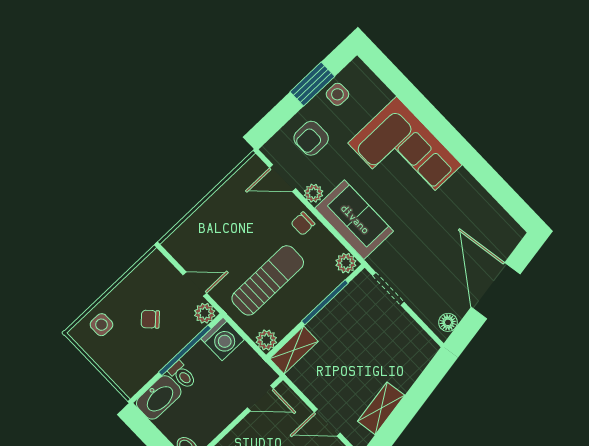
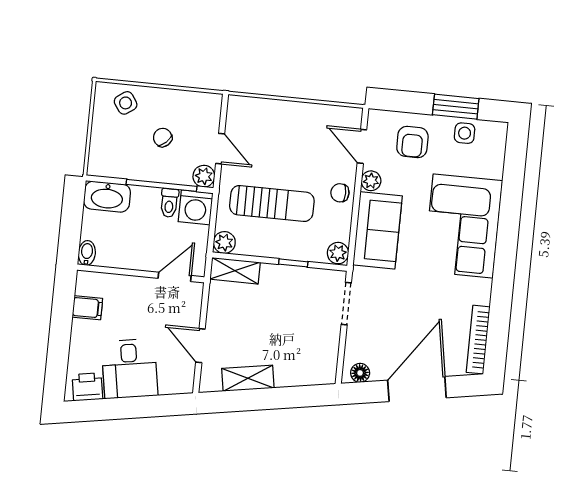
armchair: (311, 138) -> (412, 142), turned -90
bookcase: (498, 214) -> (478, 340), added
window: (325, 302) -> (293, 263), width x0.46
side table: (101, 325) -> (126, 103), turned -35
toilet: (182, 375) -> (169, 203), moved
door: (260, 398) -> (175, 277), swing flipped

